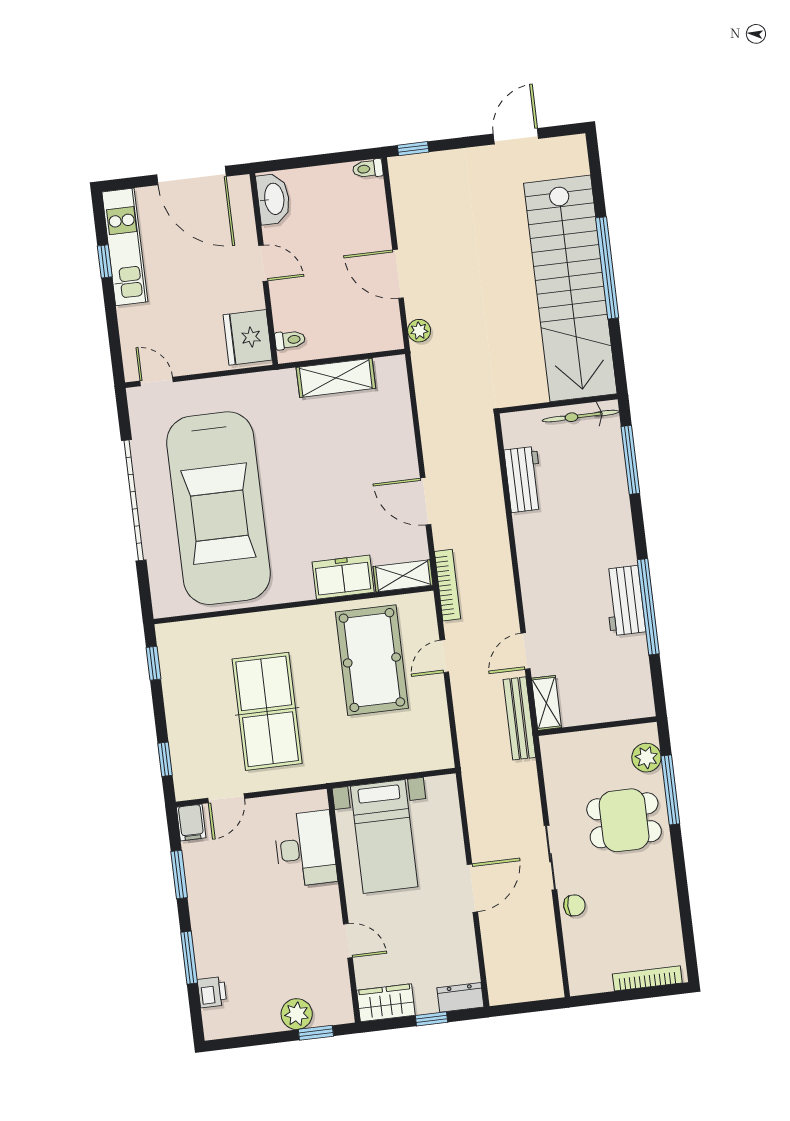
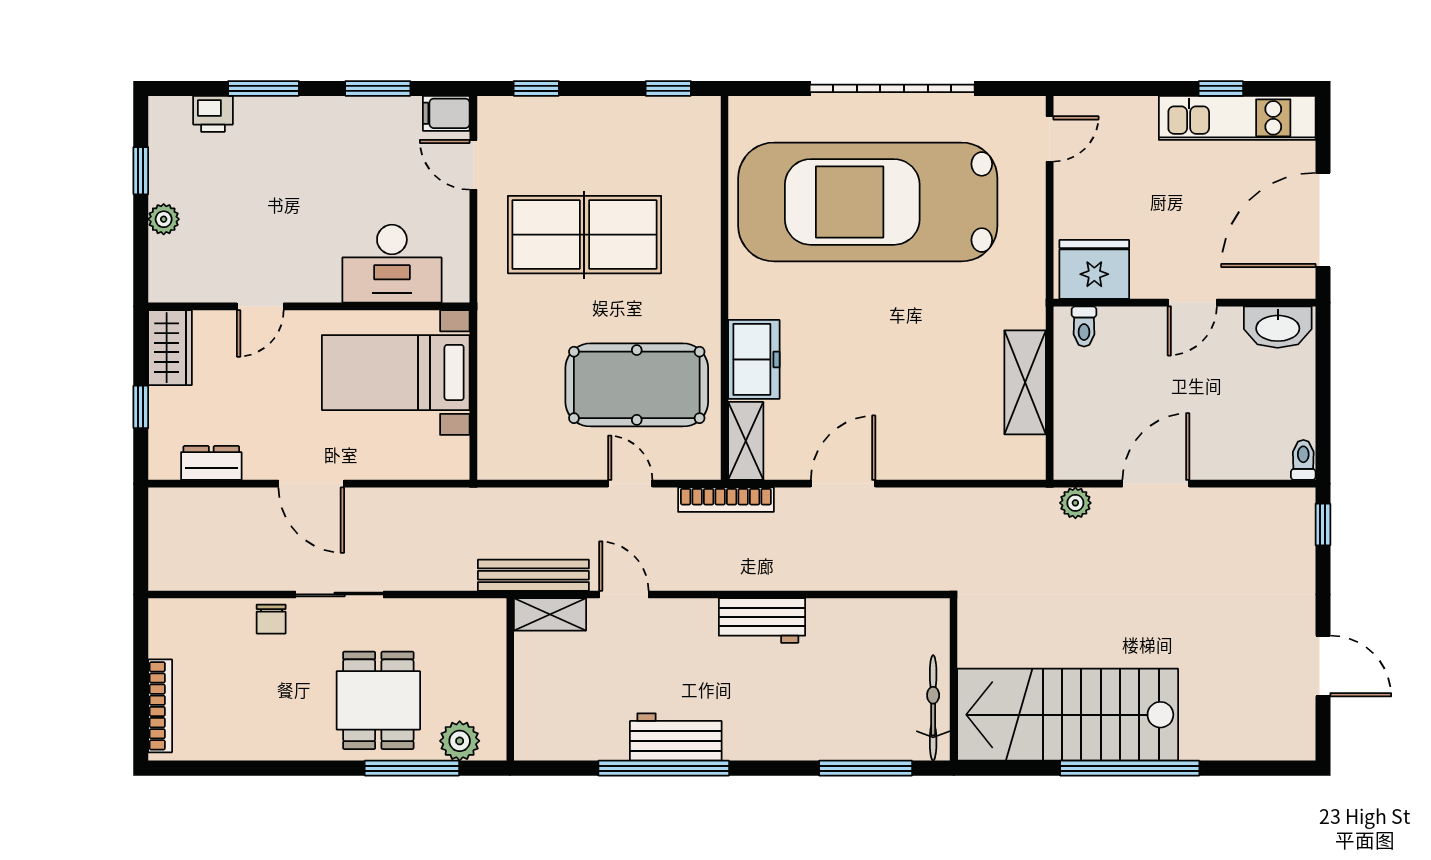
stairs: (570, 288) -> (1068, 715), width x0.73
workbench: (524, 479) -> (762, 621), moved
dresser: (460, 997) -> (211, 463), moved, turned -90
plant: (297, 1014) -> (164, 219), width x0.73, depth x0.73
window: (316, 1033) -> (141, 171), moved

